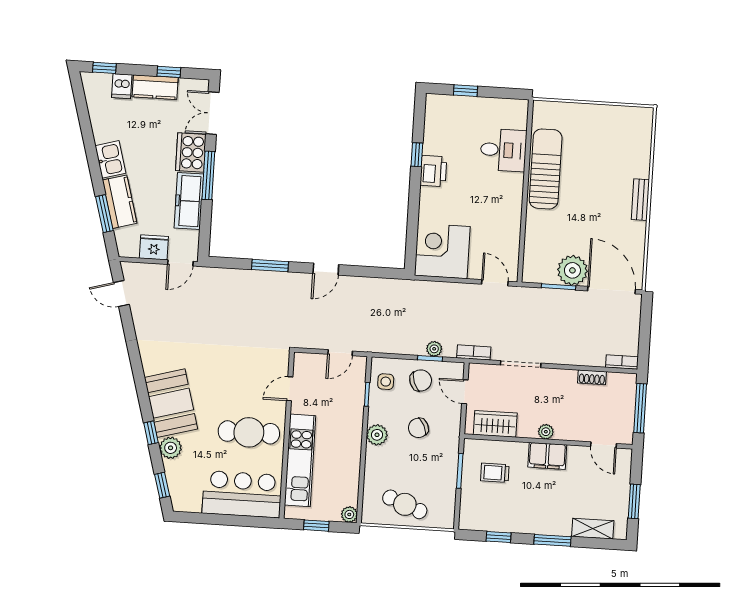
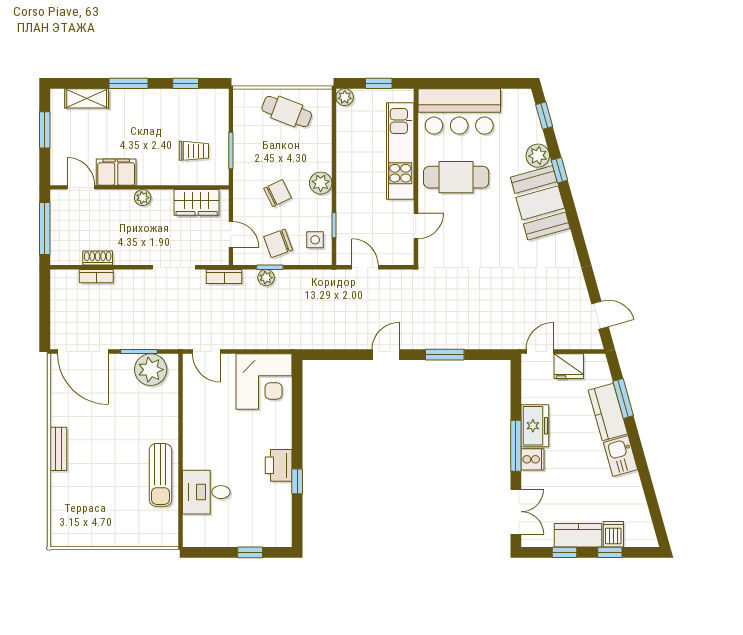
window: (104, 68) -> (610, 552), moved
cooker: (191, 152) -> (532, 459), width x0.53, depth x0.76
sun lounger: (546, 169) -> (160, 475), width x0.73, depth x0.75
freezer: (189, 201) -> (535, 426), width x0.71
plant: (572, 270) -> (151, 370), moved
door: (340, 353) -> (365, 267), hinge flipped
bookcase: (622, 362) -> (96, 276), moved
filing cabinet: (547, 456) -> (116, 172), moved

